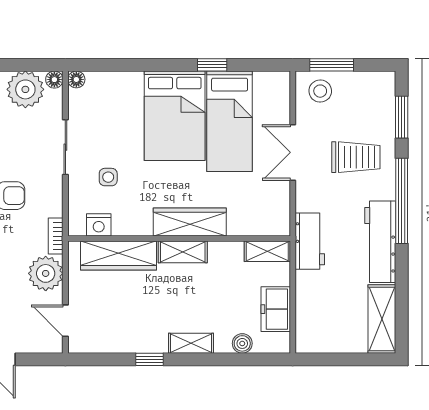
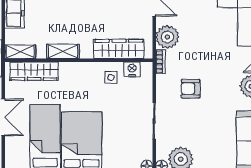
side table: (108, 177) -> (111, 77), moved
wardrobe: (190, 222) -> (34, 71), moved
shelving: (183, 252) -> (63, 51), moved

